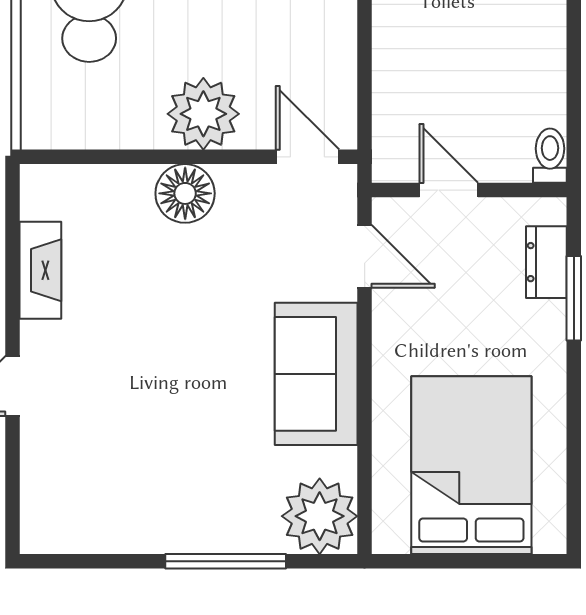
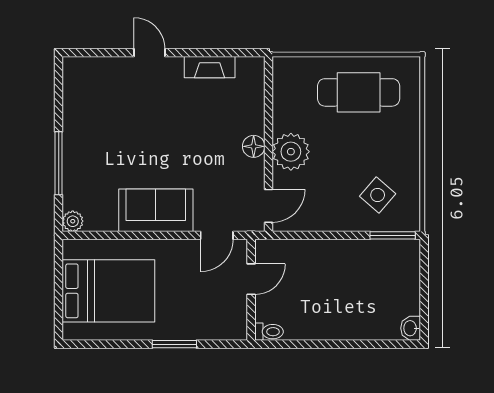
floor lamp: (185, 193) -> (254, 146), width x0.73, depth x0.73
dresser: (546, 262) -> (214, 330), removed
window: (574, 298) -> (174, 344), moved
plant: (320, 516) -> (73, 221), width x0.53, depth x0.53

